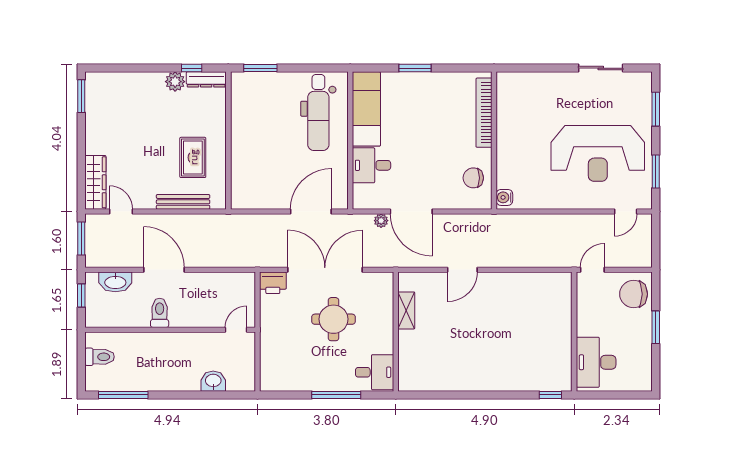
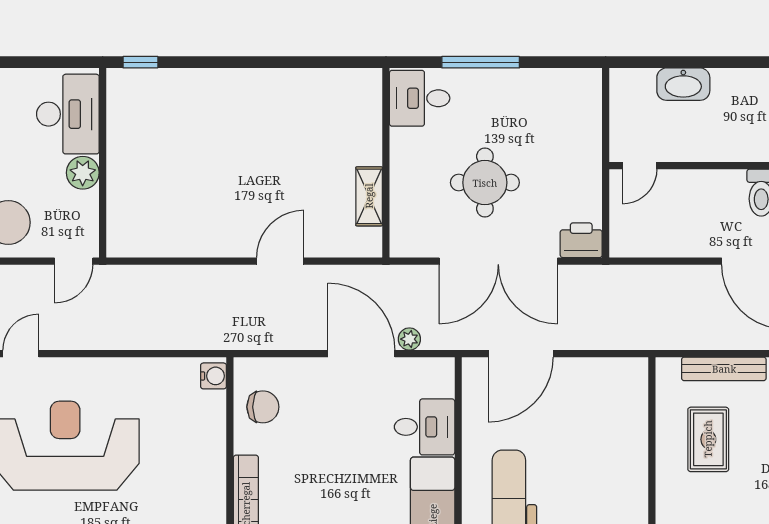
plant: (587, 325) -> (83, 173), added
washbasin: (213, 381) -> (683, 84), width x1.38

